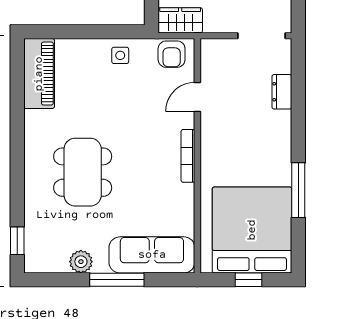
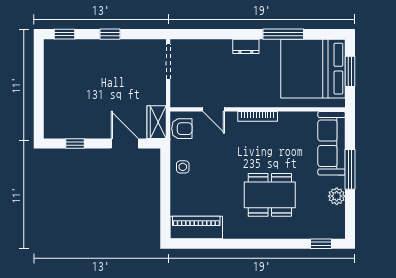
dresser: (282, 92) -> (246, 46), moved
window: (248, 280) -> (350, 71), width x1.50

